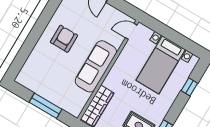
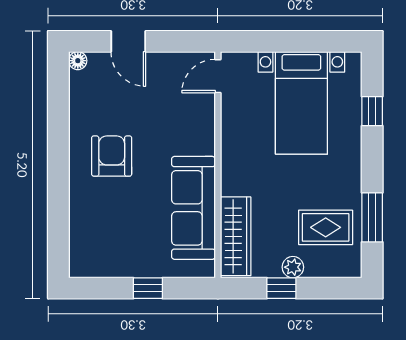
sofa: (96, 66) -> (193, 208), moved
window: (45, 106) -> (148, 288), width x0.46

